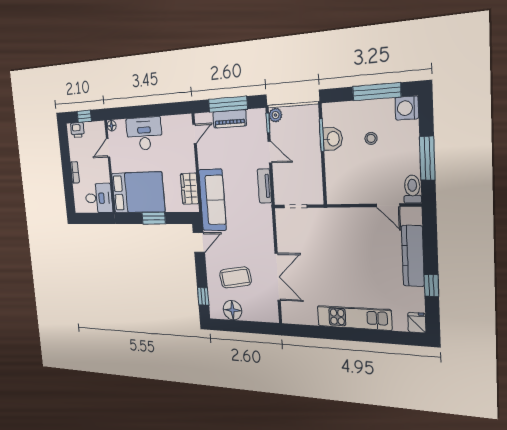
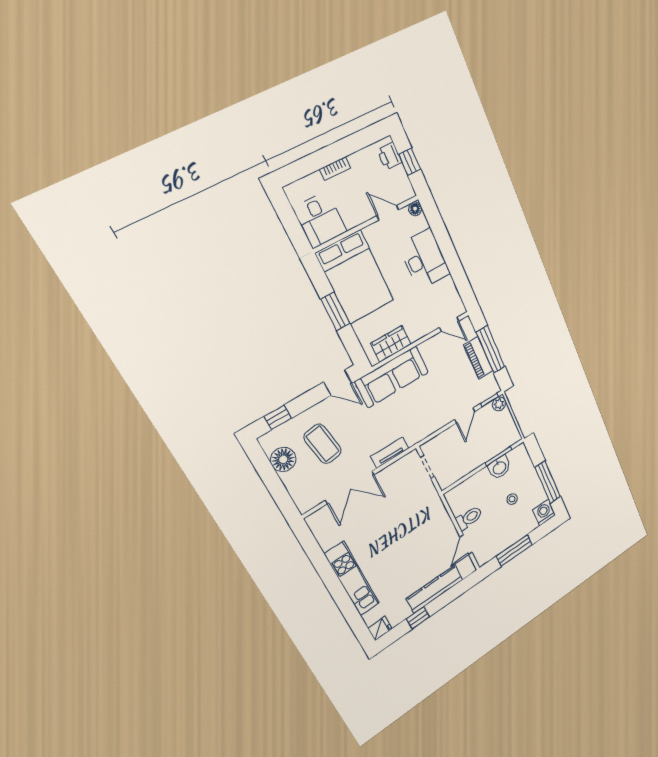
tv unit: (264, 186) -> (390, 453), moved
toilet: (412, 189) -> (469, 518), moved

